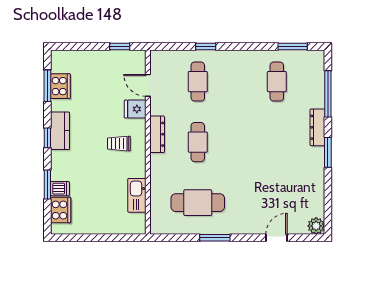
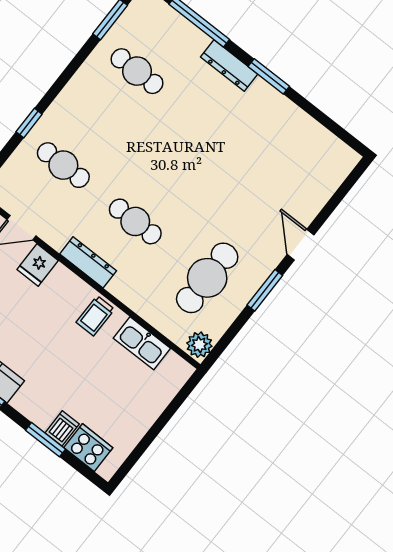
trolley: (119, 144) -> (95, 316), moved
plant: (316, 226) -> (199, 345), moved
door: (276, 238) -> (301, 245), moved

